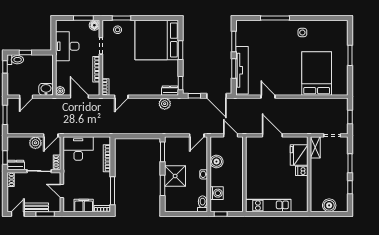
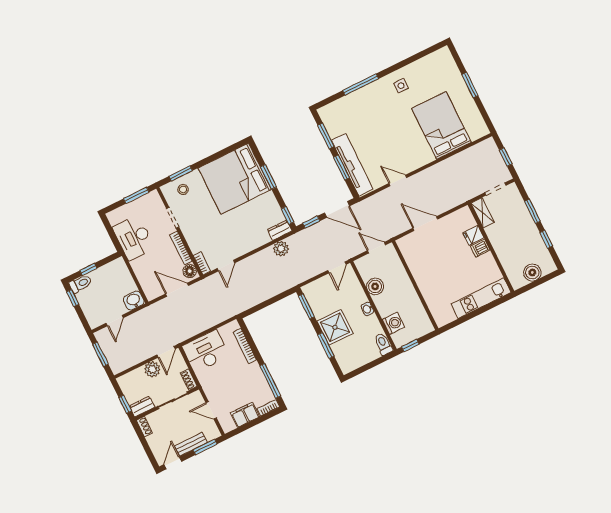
floor lamp: (94, 25) -> (190, 271), moved
plant: (60, 91) -> (151, 294), removed
fridge: (299, 155) -> (473, 235), width x0.53, depth x0.75
kitchen unit: (268, 206) -> (481, 298), moved

